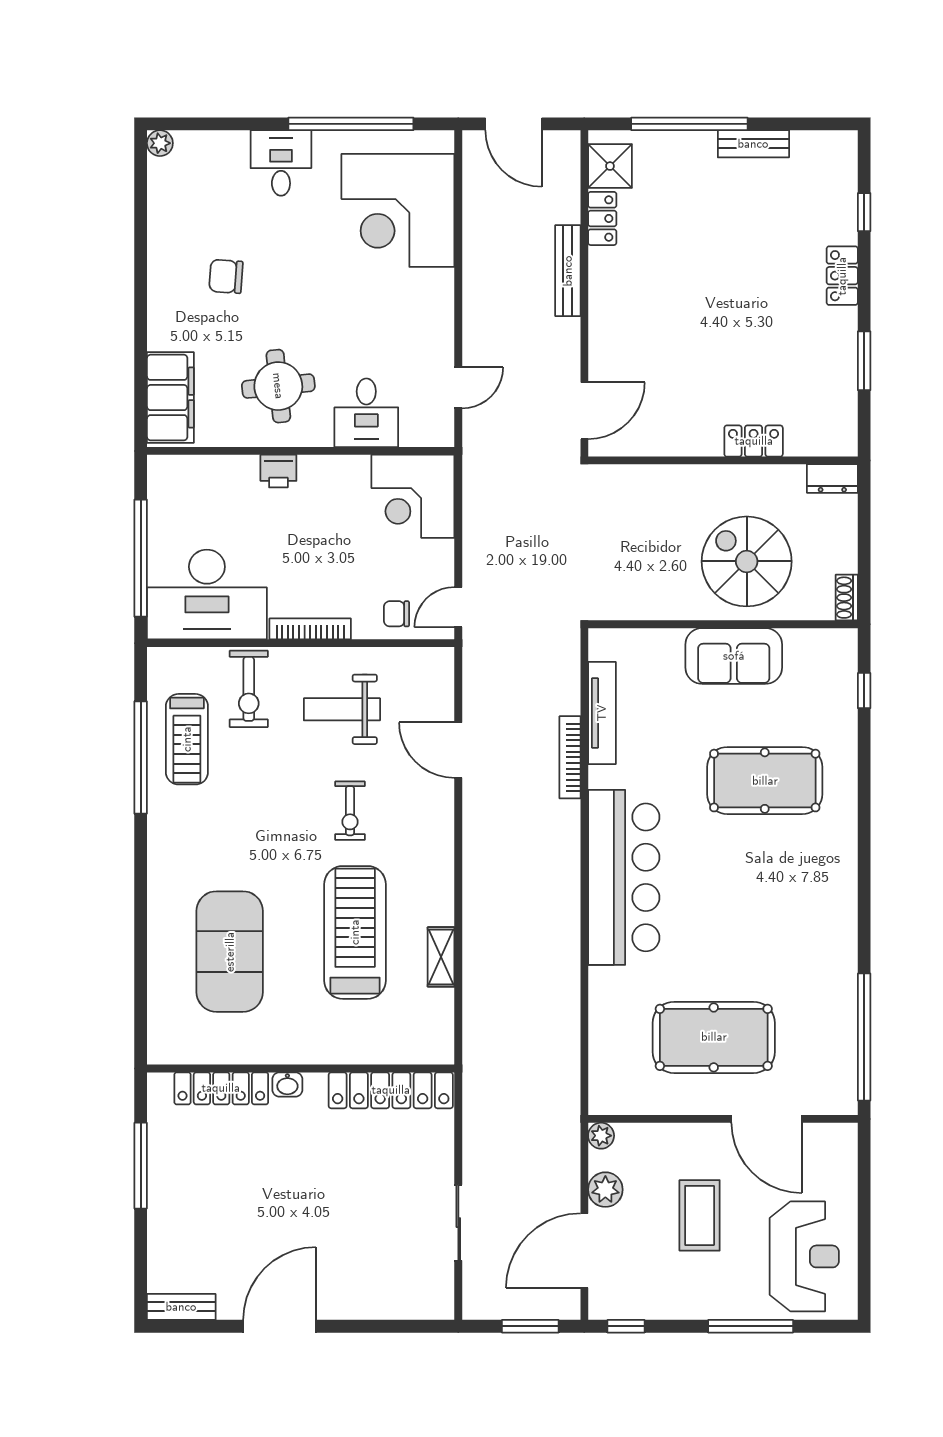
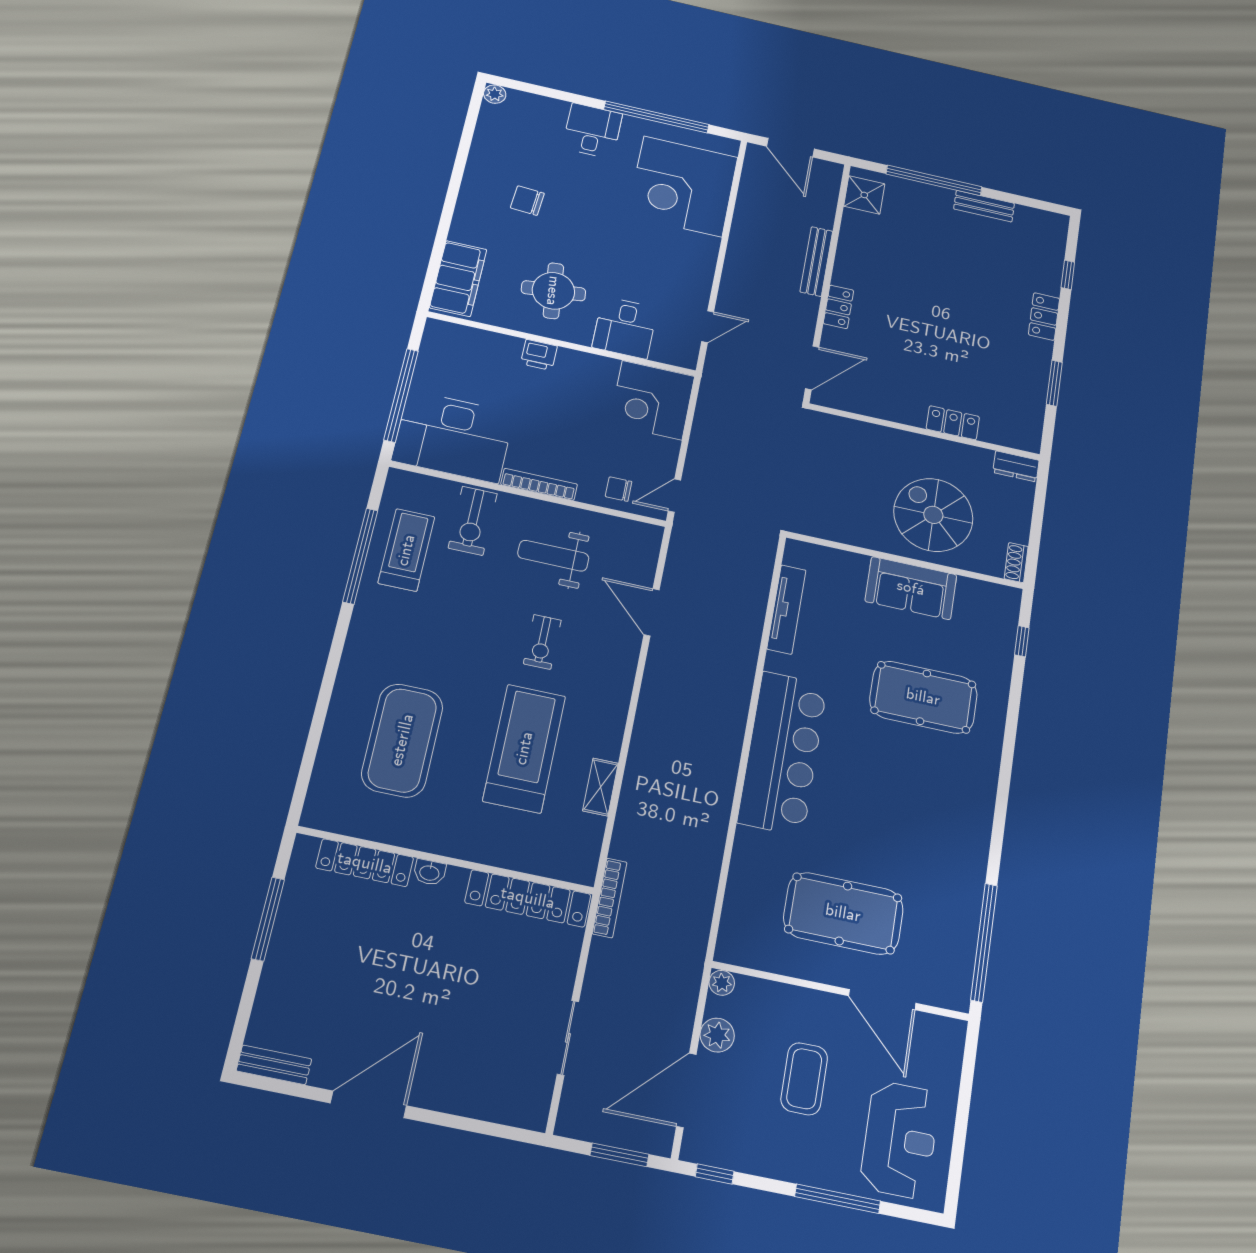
locker: (602, 218) -> (839, 307), moved
treadmill: (187, 739) -> (406, 550), turned 180
bookcase: (570, 757) -> (610, 898), moved, turned 180

